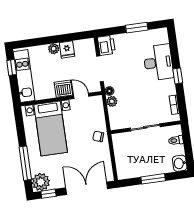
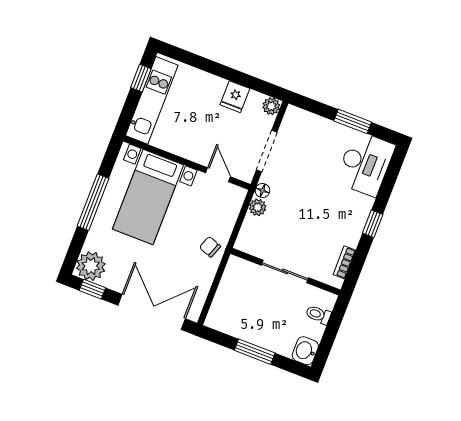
printer: (106, 45) -> (295, 122), removed
plant: (54, 49) -> (271, 106), moved
desk: (158, 62) -> (365, 164), moved
dishwasher: (63, 89) -> (198, 150), removed
window: (25, 163) -> (93, 202), moved

